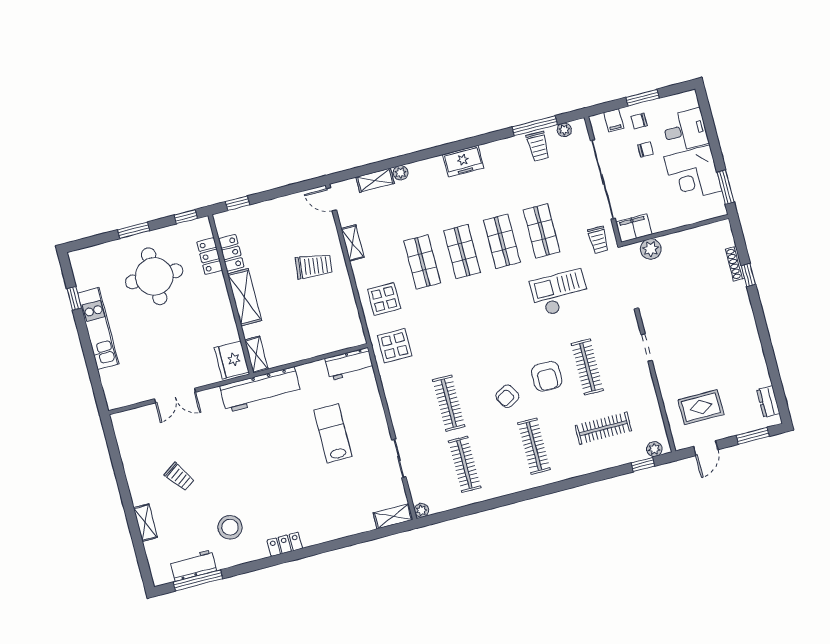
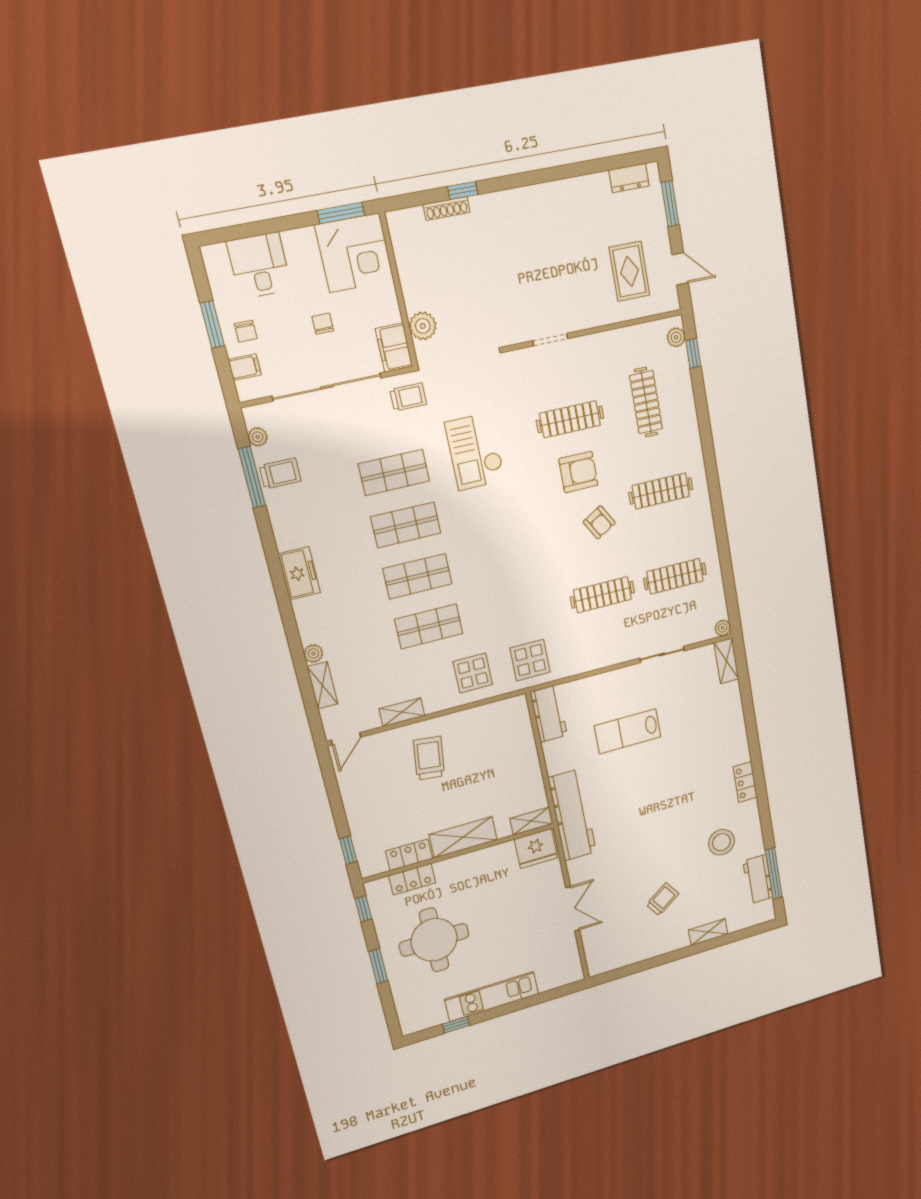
chair: (646, 150) -> (323, 324), moved
corner desk: (693, 174) -> (355, 253), moved

